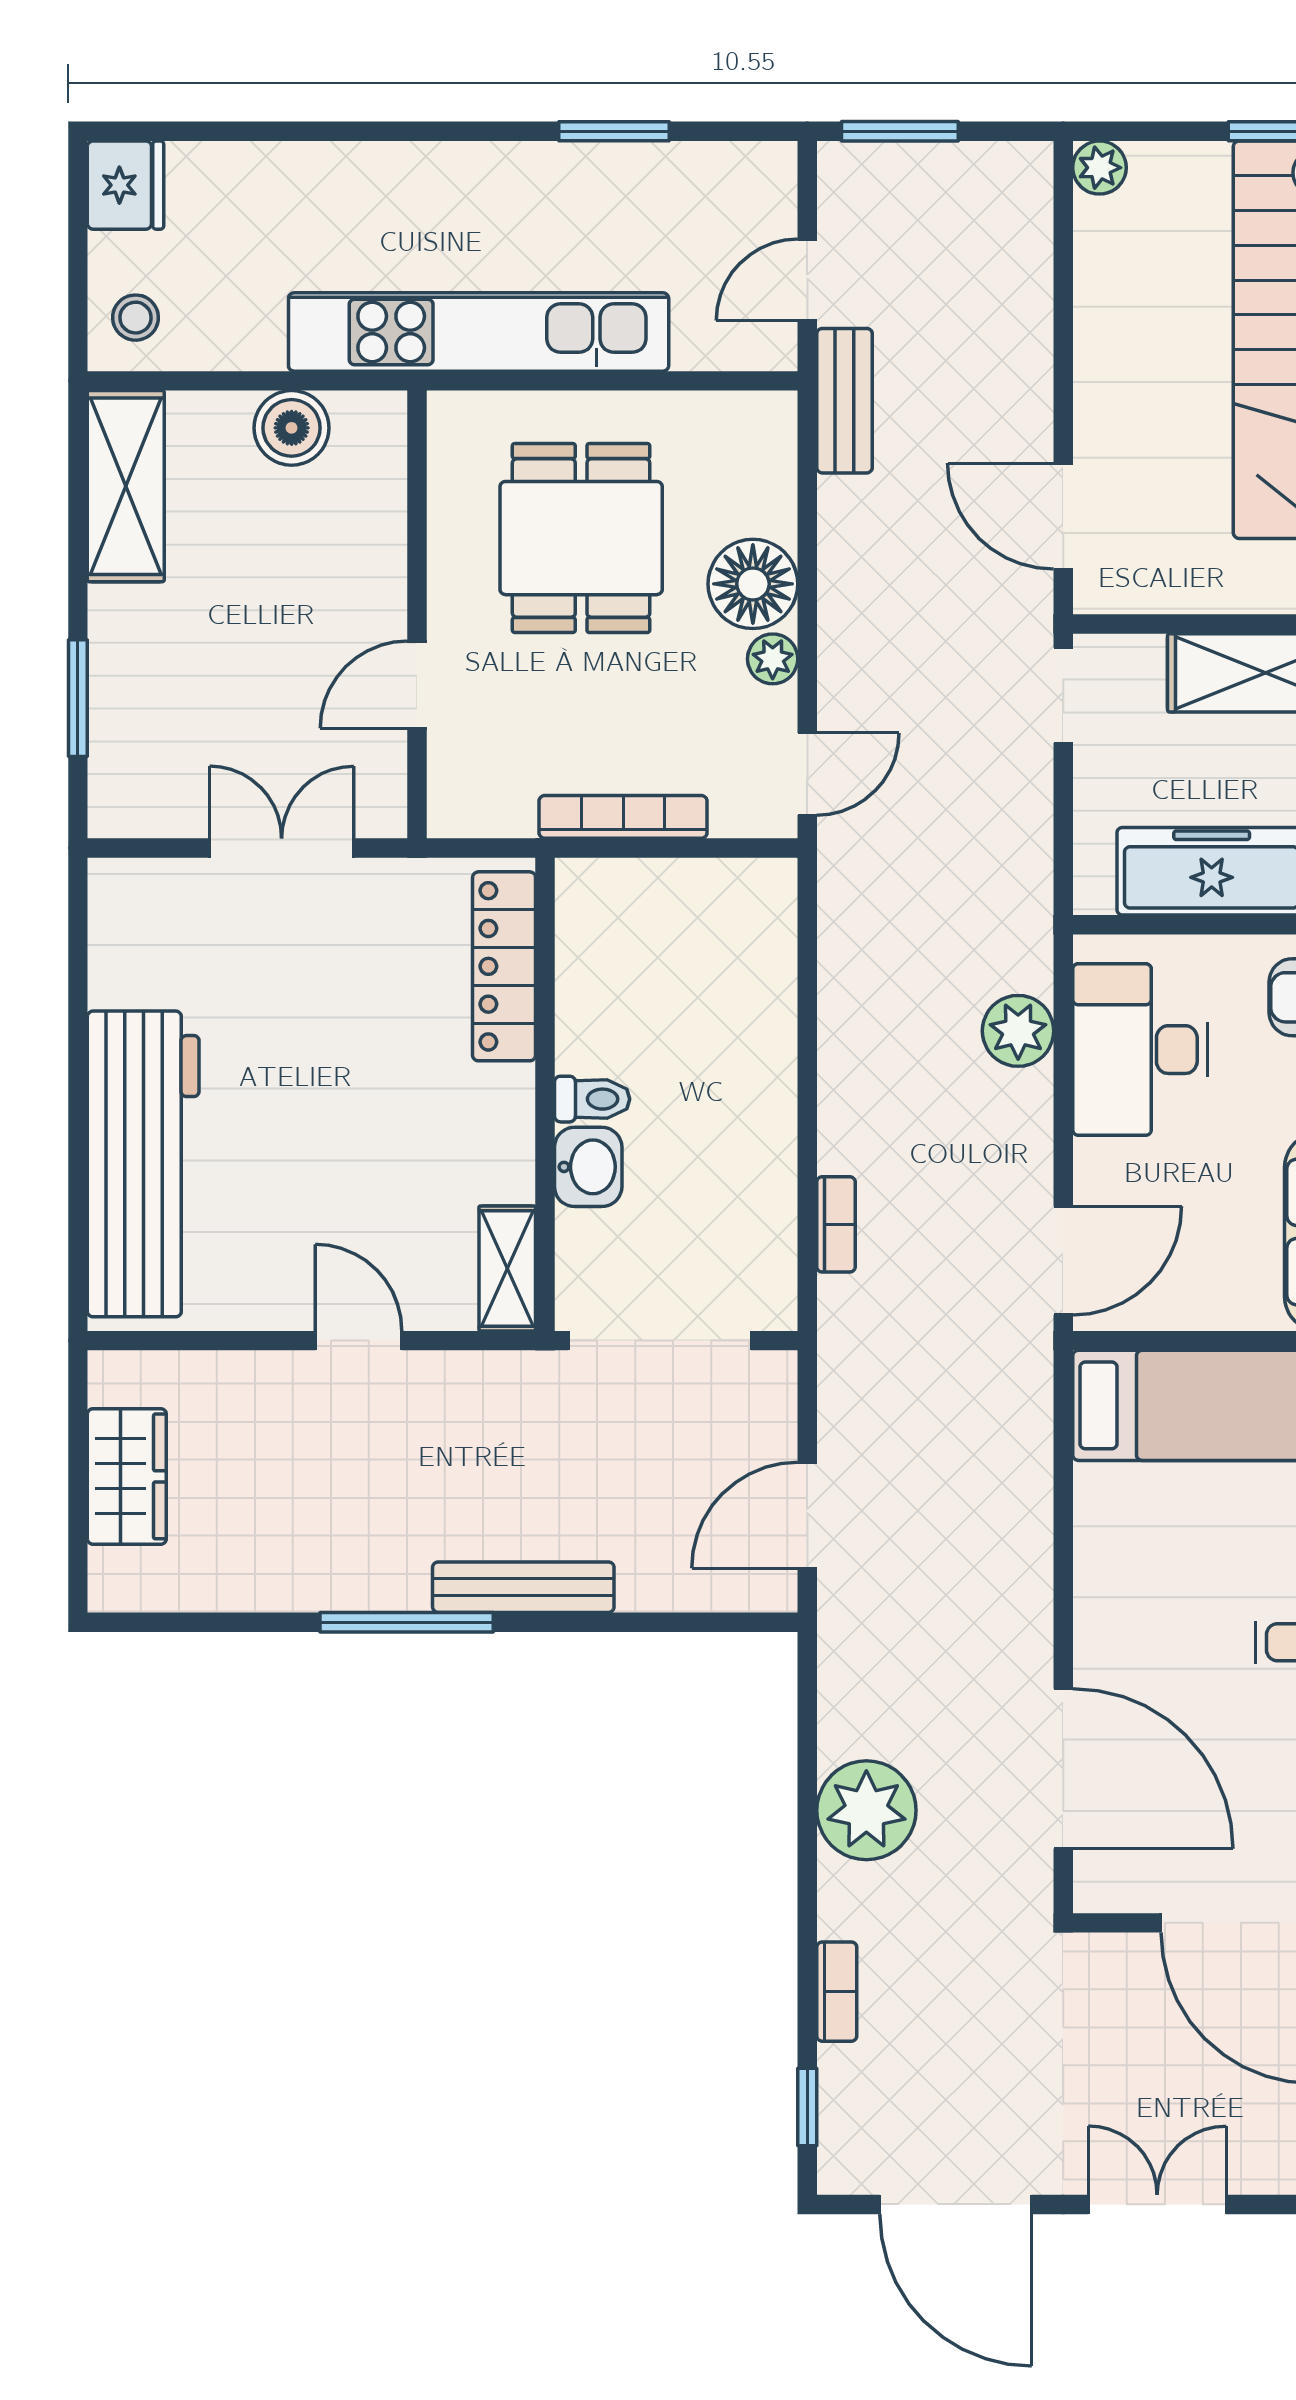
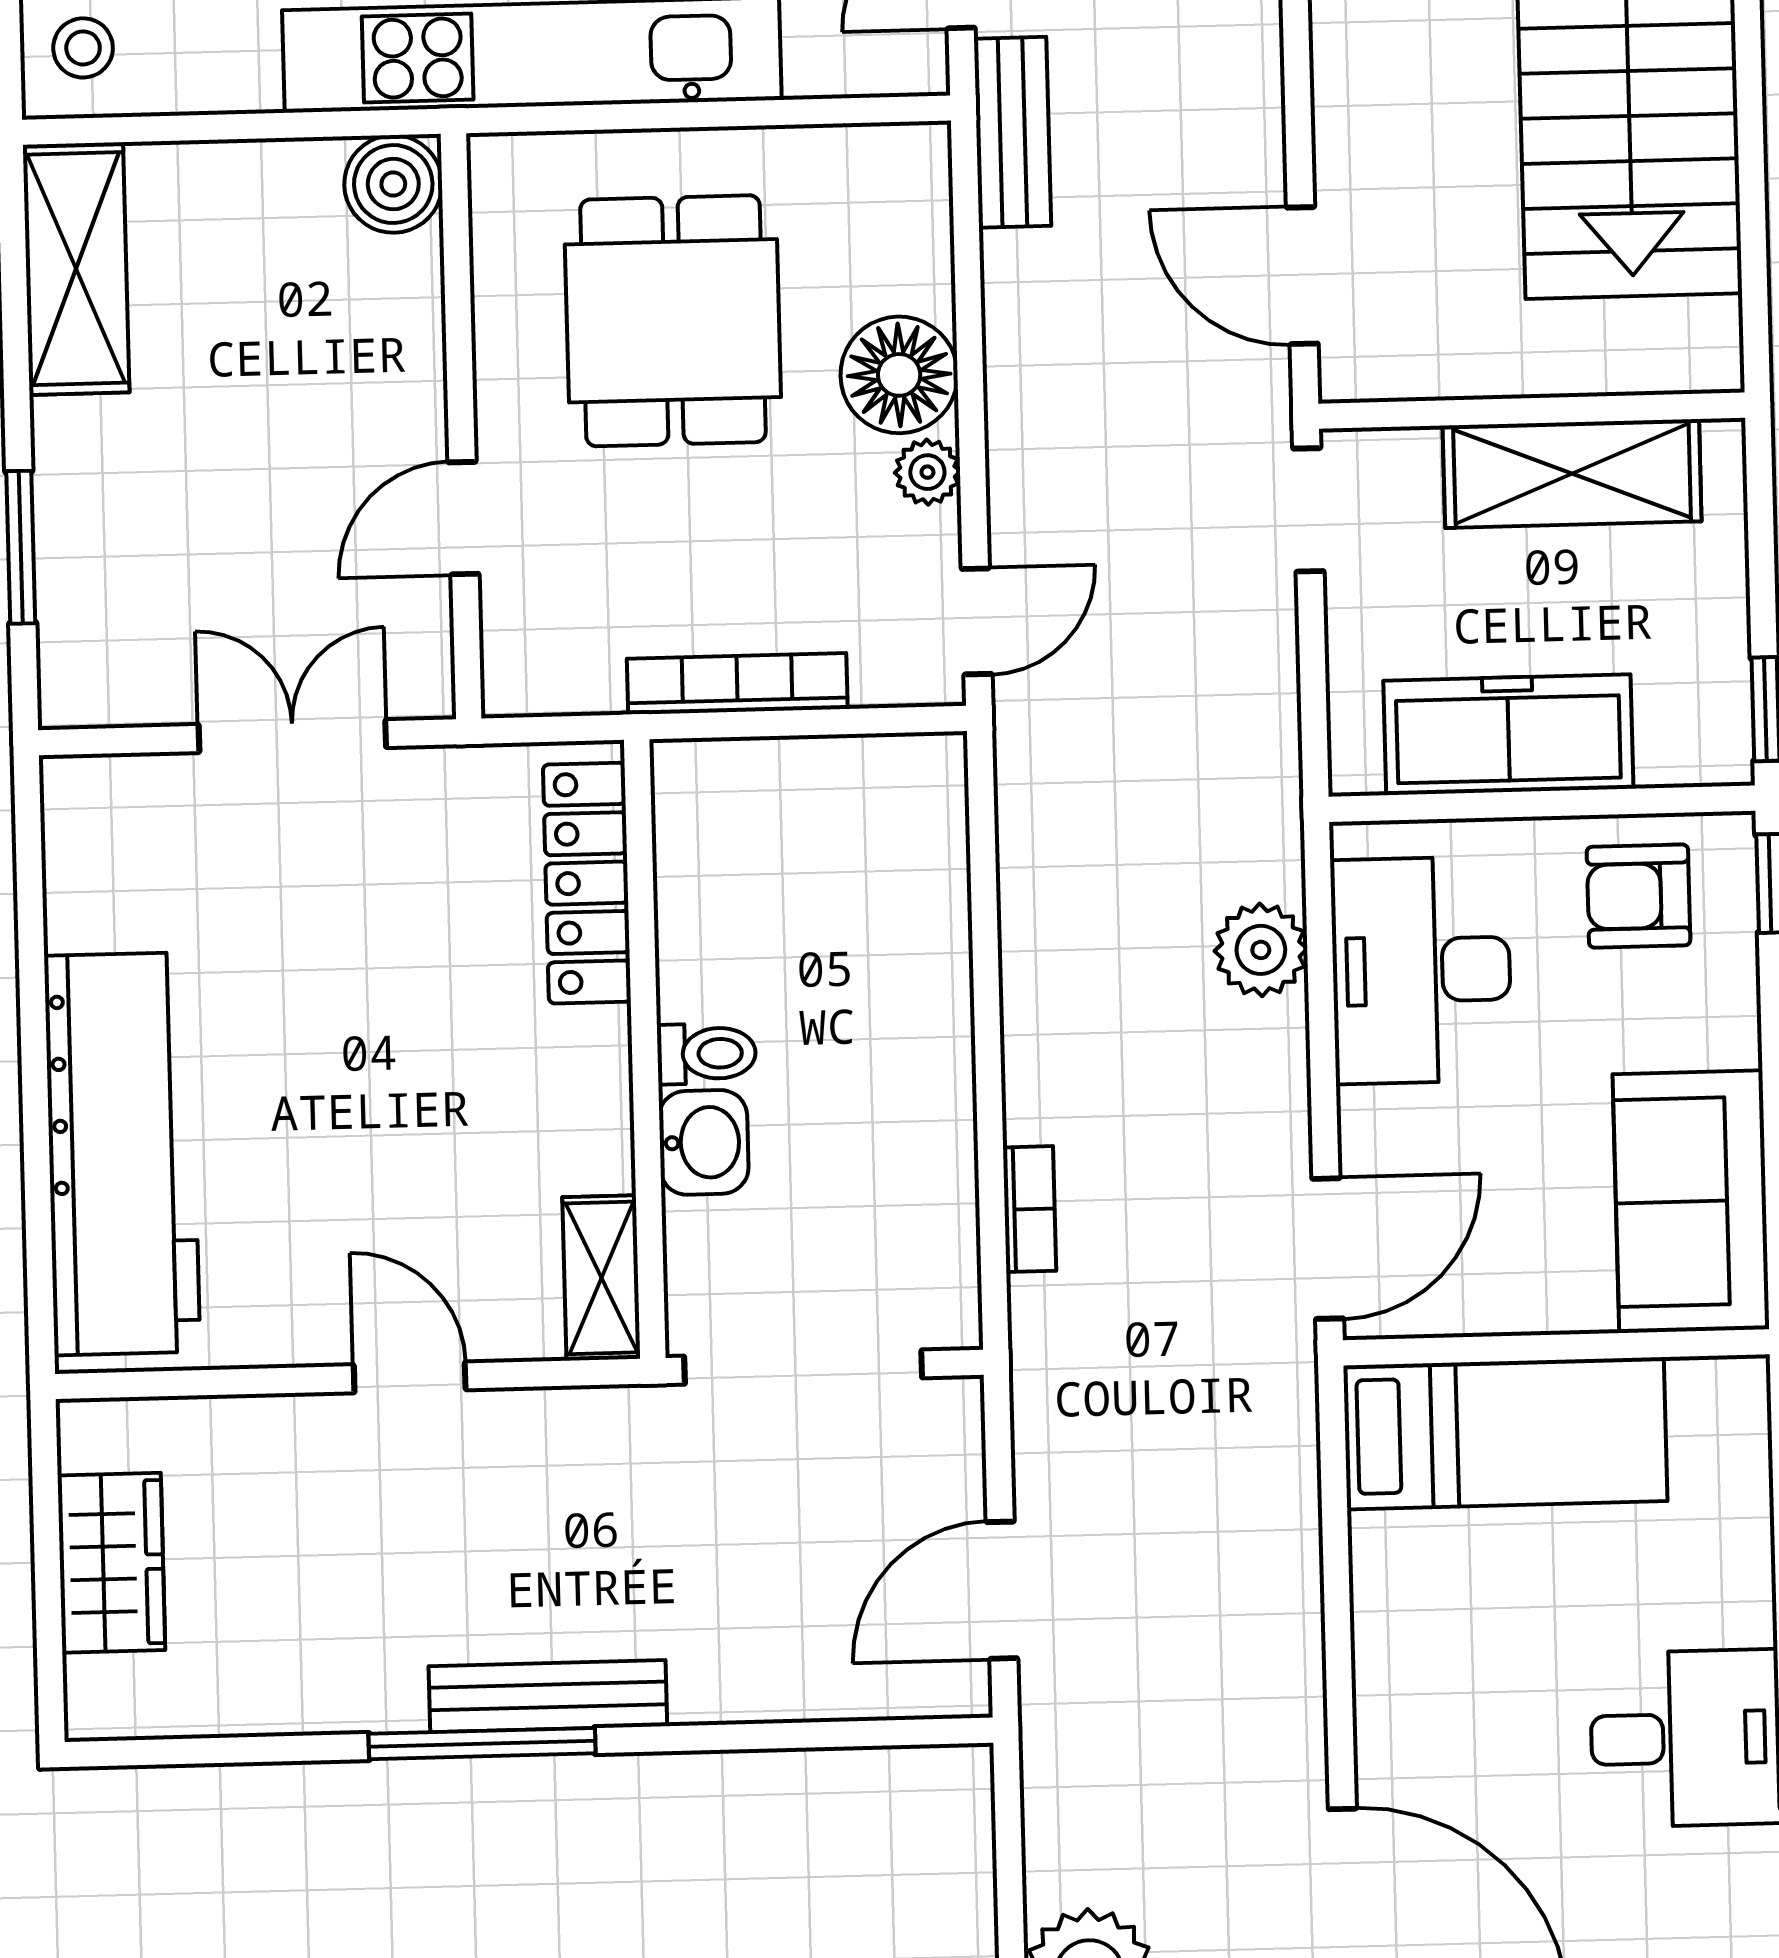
boiler: (292, 428) -> (393, 184), moved
bench: (523, 1587) -> (548, 1696), moved

